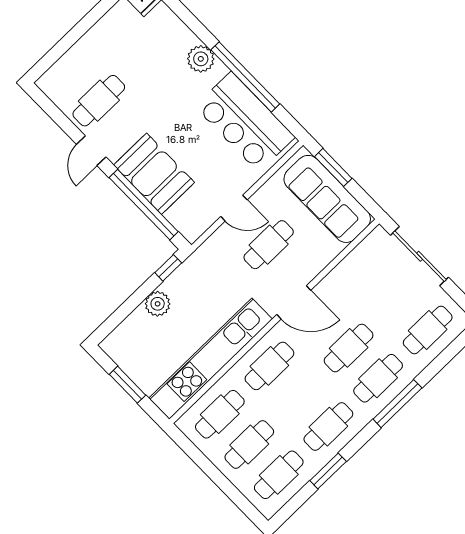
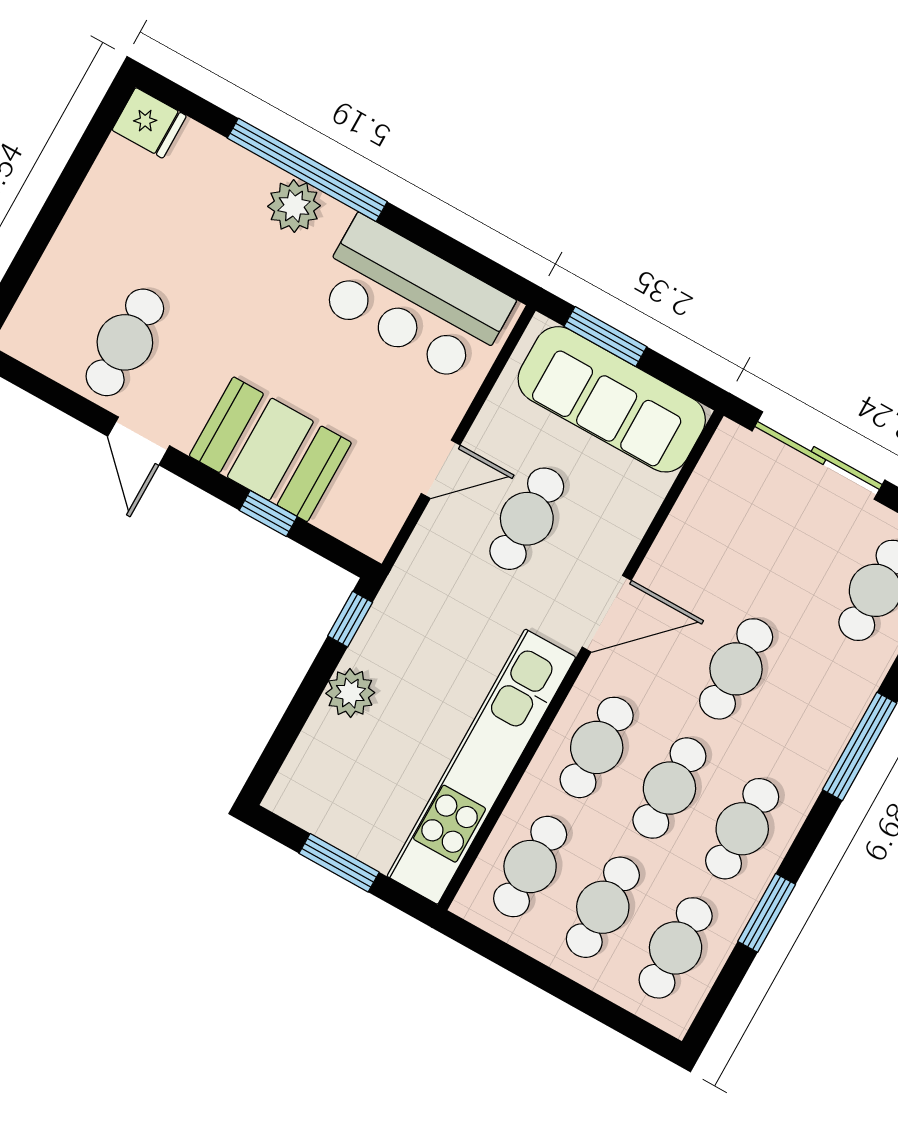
window: (245, 77) -> (307, 170), moved
window: (144, 205) -> (268, 513), width x0.32
cafe table: (378, 378) -> (669, 788), moved

